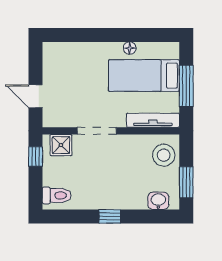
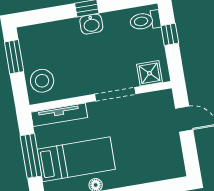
window: (36, 157) -> (170, 34), moved
washbasin: (158, 201) -> (91, 24), moved

